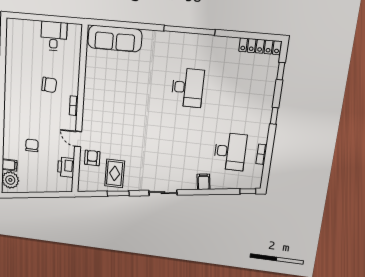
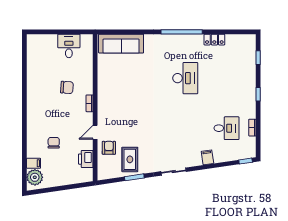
locker: (260, 46) -> (214, 40), moved, width x0.66
door: (78, 139) -> (95, 132), hinge flipped
desk: (230, 151) -> (226, 128), width x0.73

